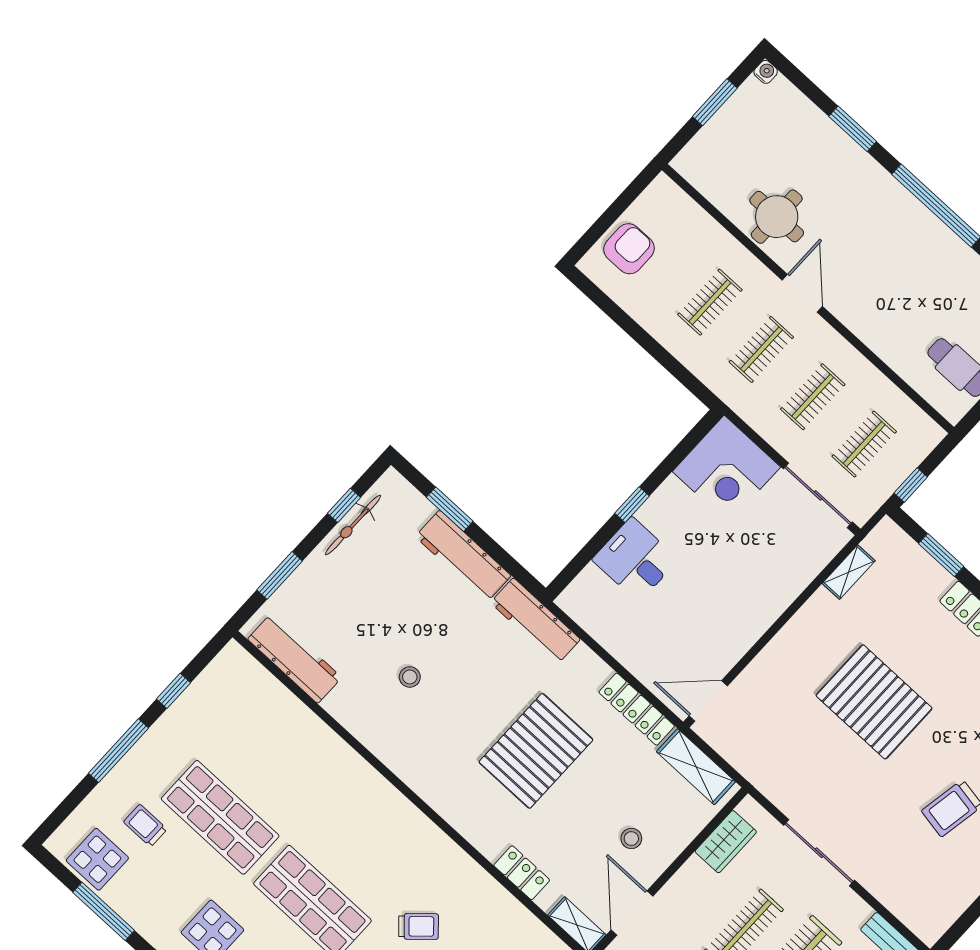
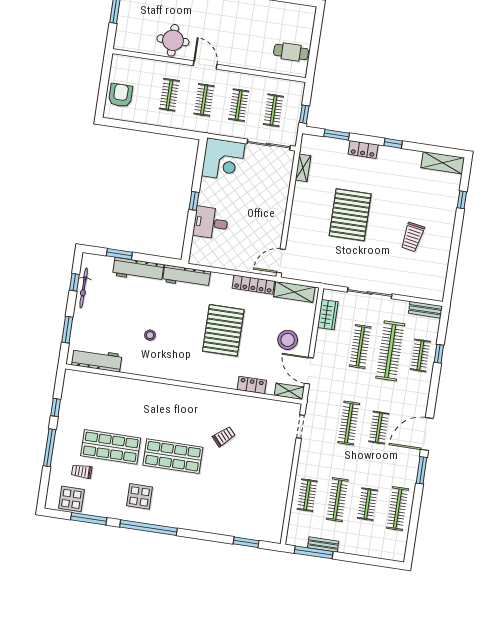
pallet: (874, 702) -> (350, 215), turned 90
stool: (631, 838) -> (288, 340), width x1.89, depth x1.89

